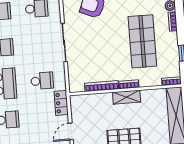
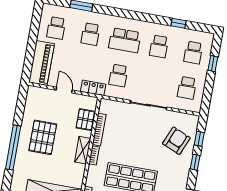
pallet: (95, 103) -> (85, 120), added

